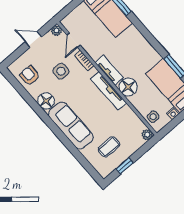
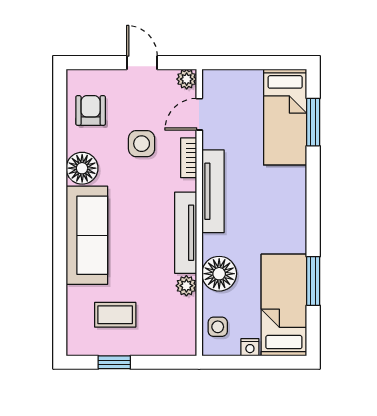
tv unit: (109, 70) -> (213, 191), width x1.41
floor lamp: (128, 87) -> (219, 274), moved
plant: (147, 135) -> (186, 286), moved

